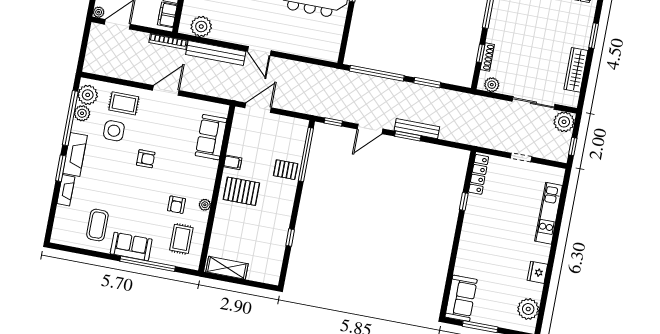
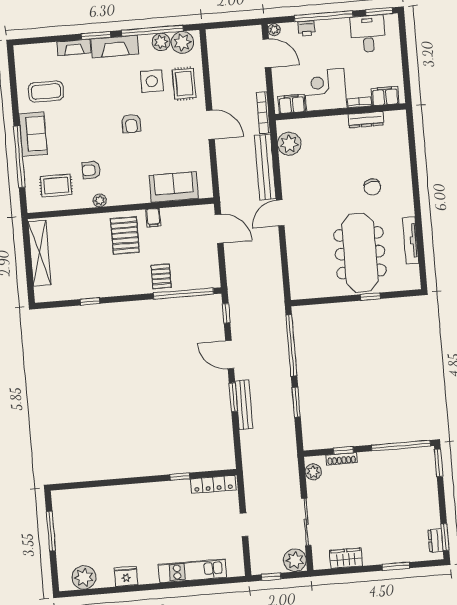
wardrobe: (576, 70) -> (346, 558), width x0.67
shelving: (227, 268) -> (40, 253), width x1.47
sofa: (461, 298) -> (76, 502), removed

